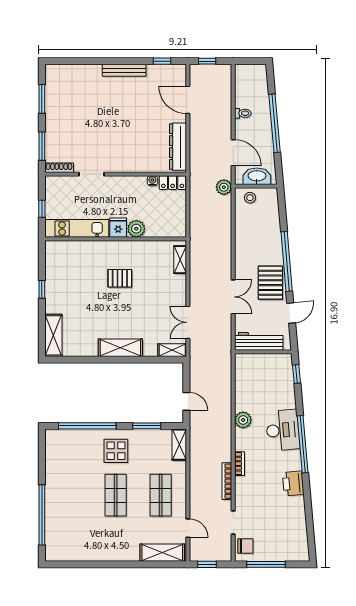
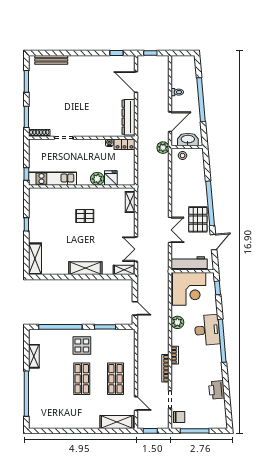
bench: (124, 70) -> (51, 60), moved
door: (233, 153) -> (170, 122), hinge flipped
window: (42, 209) -> (26, 174), moved
fridge: (118, 228) -> (111, 178), moved
corner desk: (259, 375) -> (189, 289), added
shelving: (179, 445) -> (34, 356), moved
printer: (293, 483) -> (217, 390), moved

